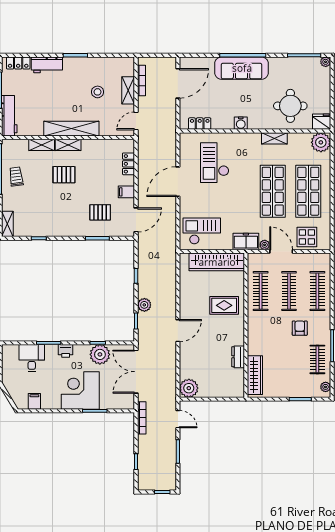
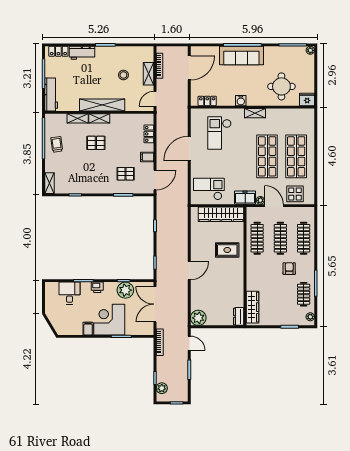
shelving: (274, 138) -> (255, 113), moved
plant: (321, 142) -> (306, 116), removed
plant: (144, 305) -> (162, 388), moved
dresser: (238, 357) -> (239, 316), moved
filing cabinet: (34, 401) -> (88, 329), moved

